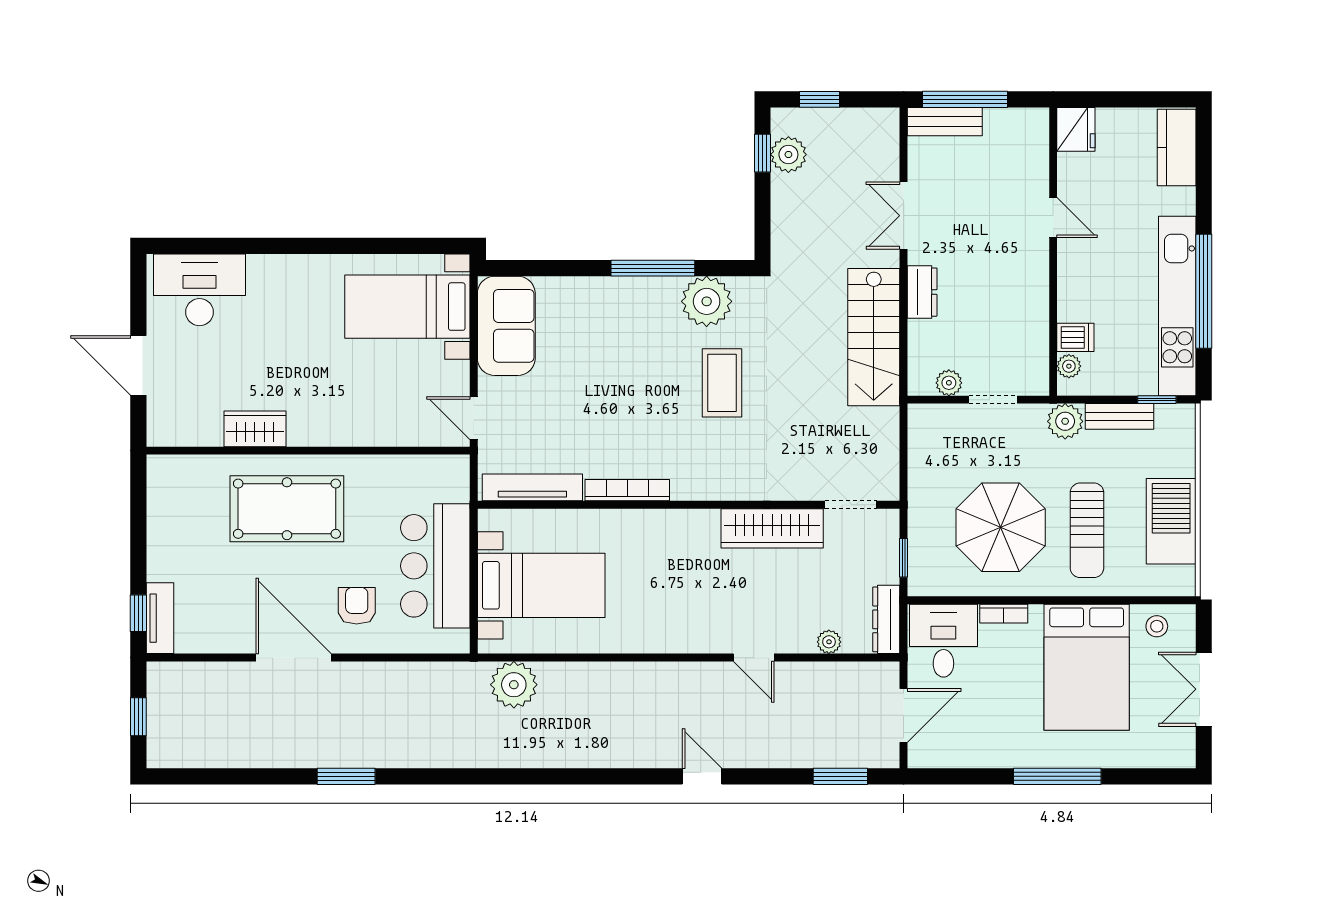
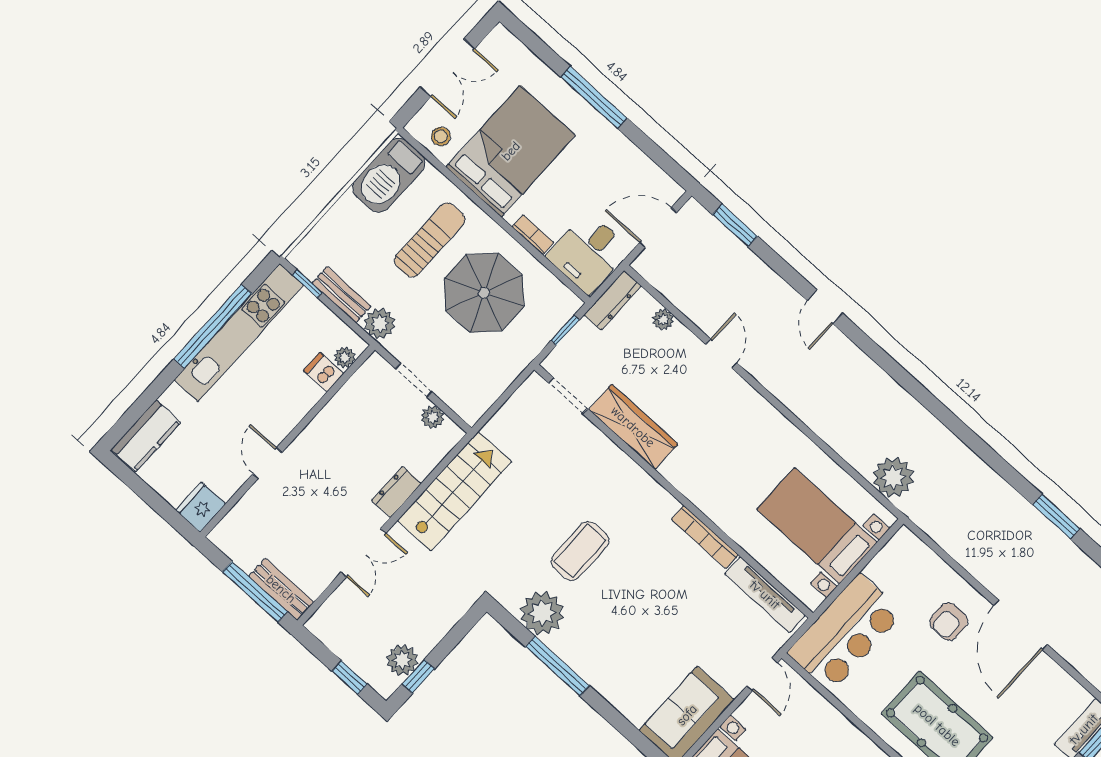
barbecue: (1171, 521) -> (389, 175), moved
bar counter: (435, 566) -> (845, 633), moved

